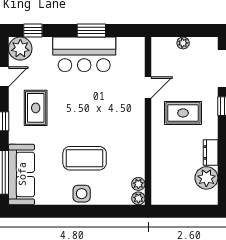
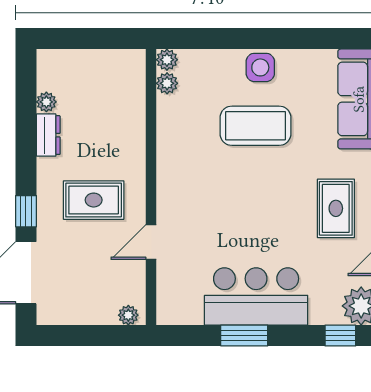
plant: (183, 43) -> (128, 315), moved
plant: (206, 178) -> (46, 102), width x0.53, depth x0.53

